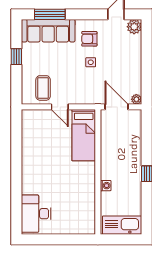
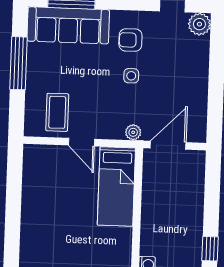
window: (16, 57) -> (18, 63), width x2.17
plant: (136, 99) -> (133, 132), moved
door: (117, 107) -> (168, 145), hinge flipped

